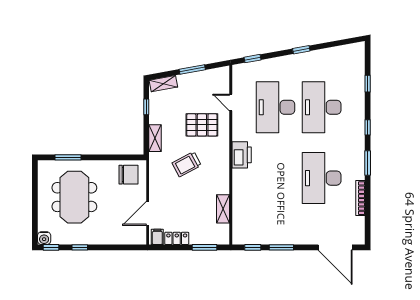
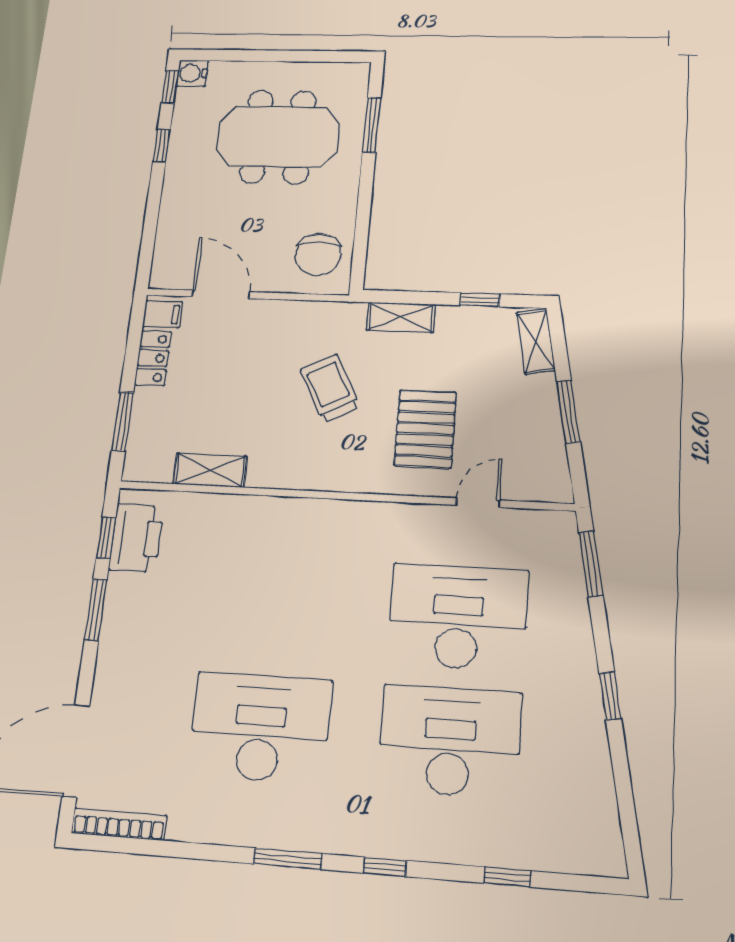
window: (252, 59) -> (591, 564), width x1.50
printer: (242, 155) -> (136, 538), moved, turned -90
bookcase: (360, 198) -> (119, 824), moved

